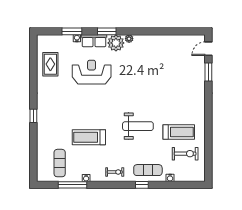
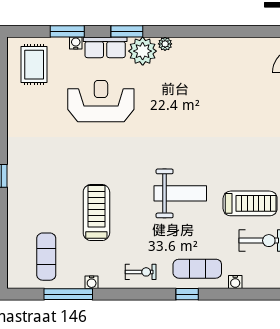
rug: (50, 64) -> (34, 65), moved
treadmill: (89, 137) -> (96, 212), turned 90

